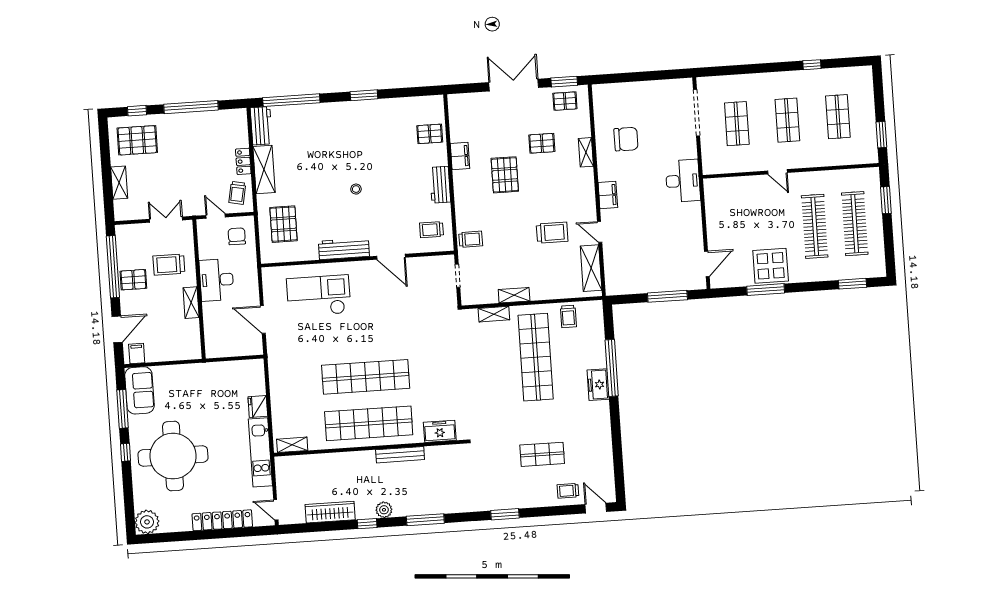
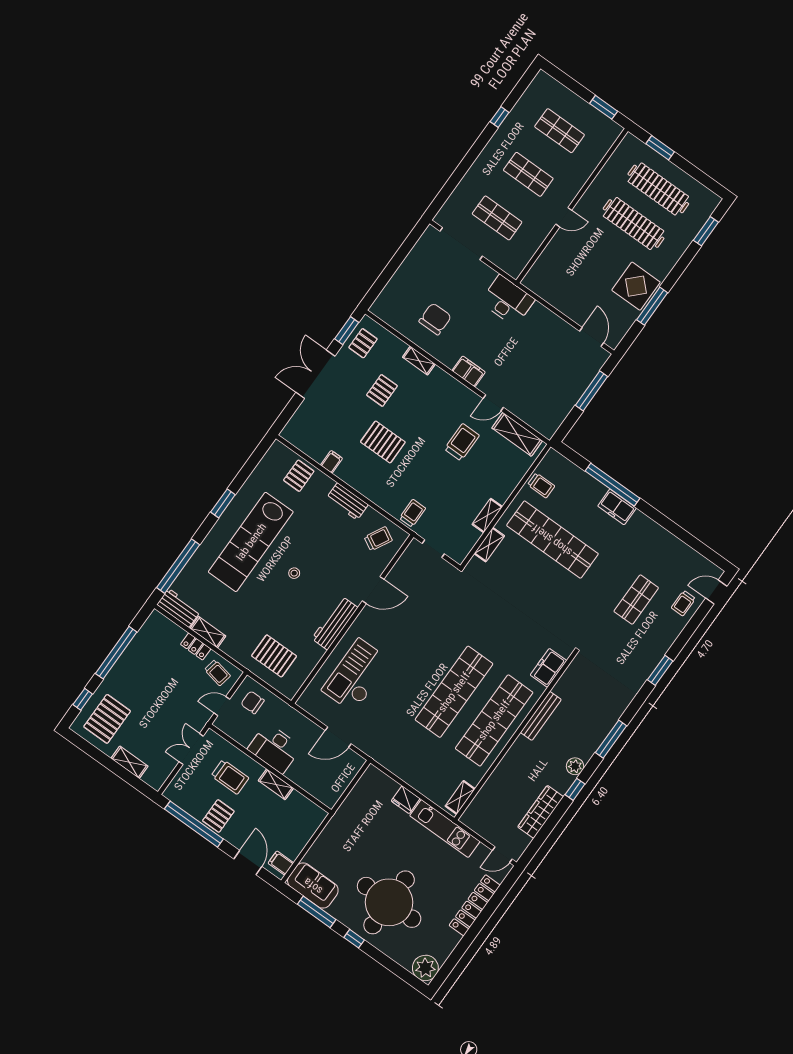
lab bench: (353, 139) -> (251, 542), added
filing cabinet: (460, 156) -> (332, 462), width x0.50
shelving: (264, 169) -> (208, 632), width x0.67, depth x0.75
trolley: (432, 230) -> (378, 539), turned -152
trolley: (169, 265) -> (230, 777), turned -90

